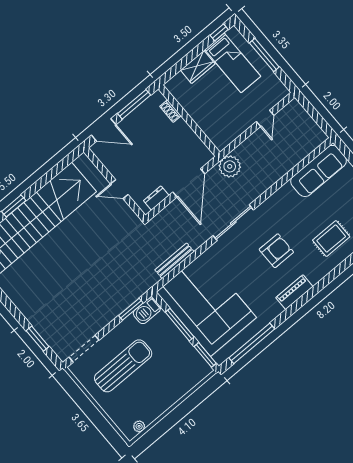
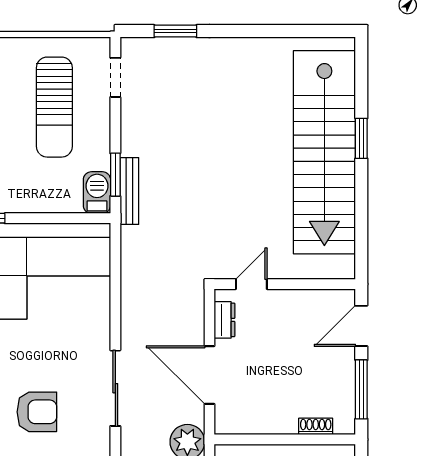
door: (119, 189) -> (251, 284), moved
armchair: (276, 251) -> (37, 412), turned -90
bench: (174, 261) -> (129, 191), moved
window: (180, 325) -> (46, 218), removed
doorway: (84, 349) -> (115, 77), width x0.73

